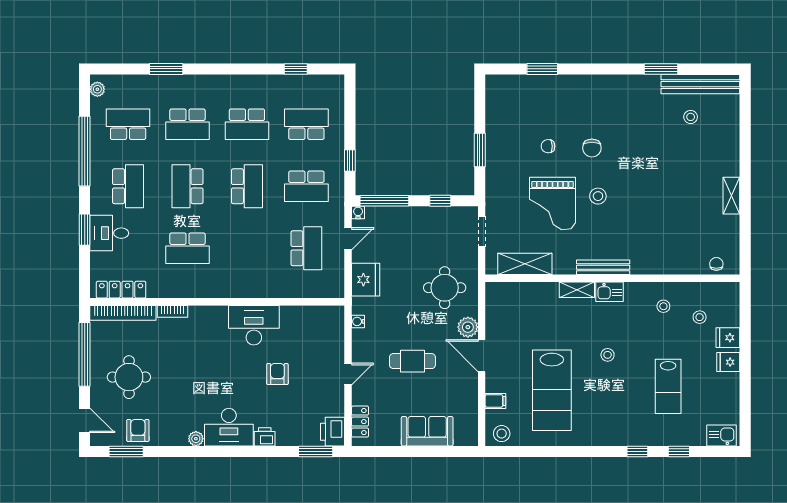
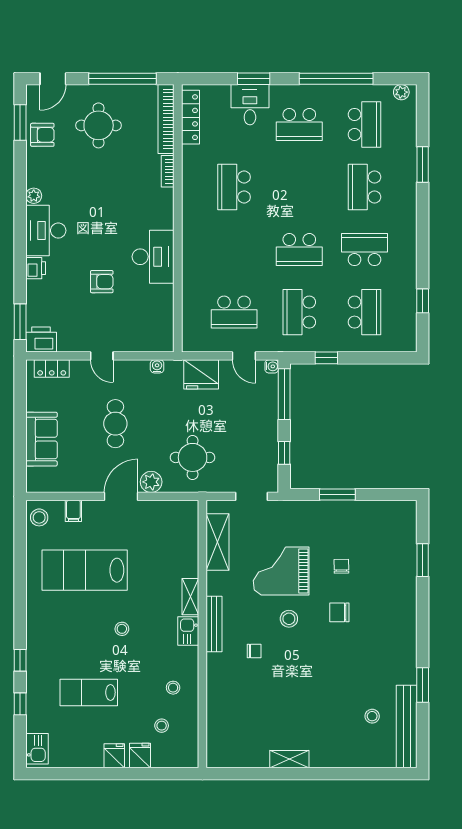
school desk: (247, 124) -> (364, 250), turned 90
school desk: (187, 186) -> (299, 187), removed
chair: (716, 264) -> (254, 651), moved

